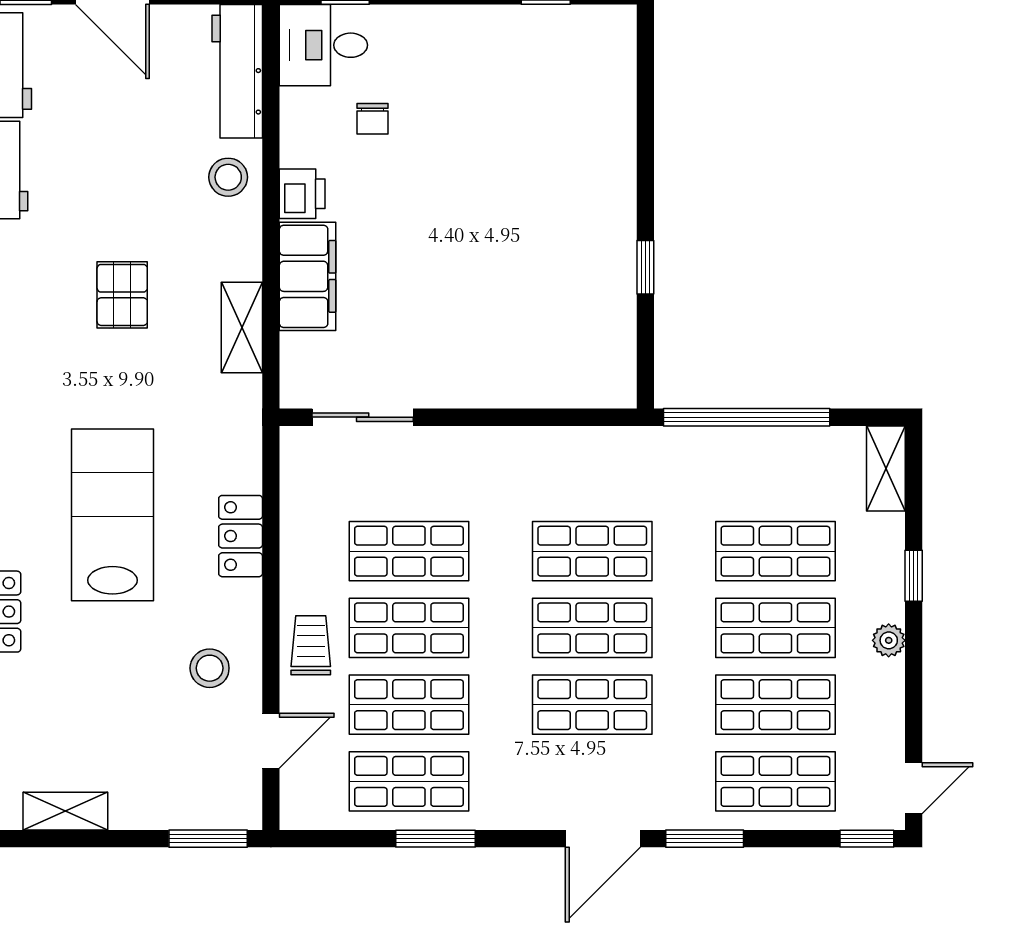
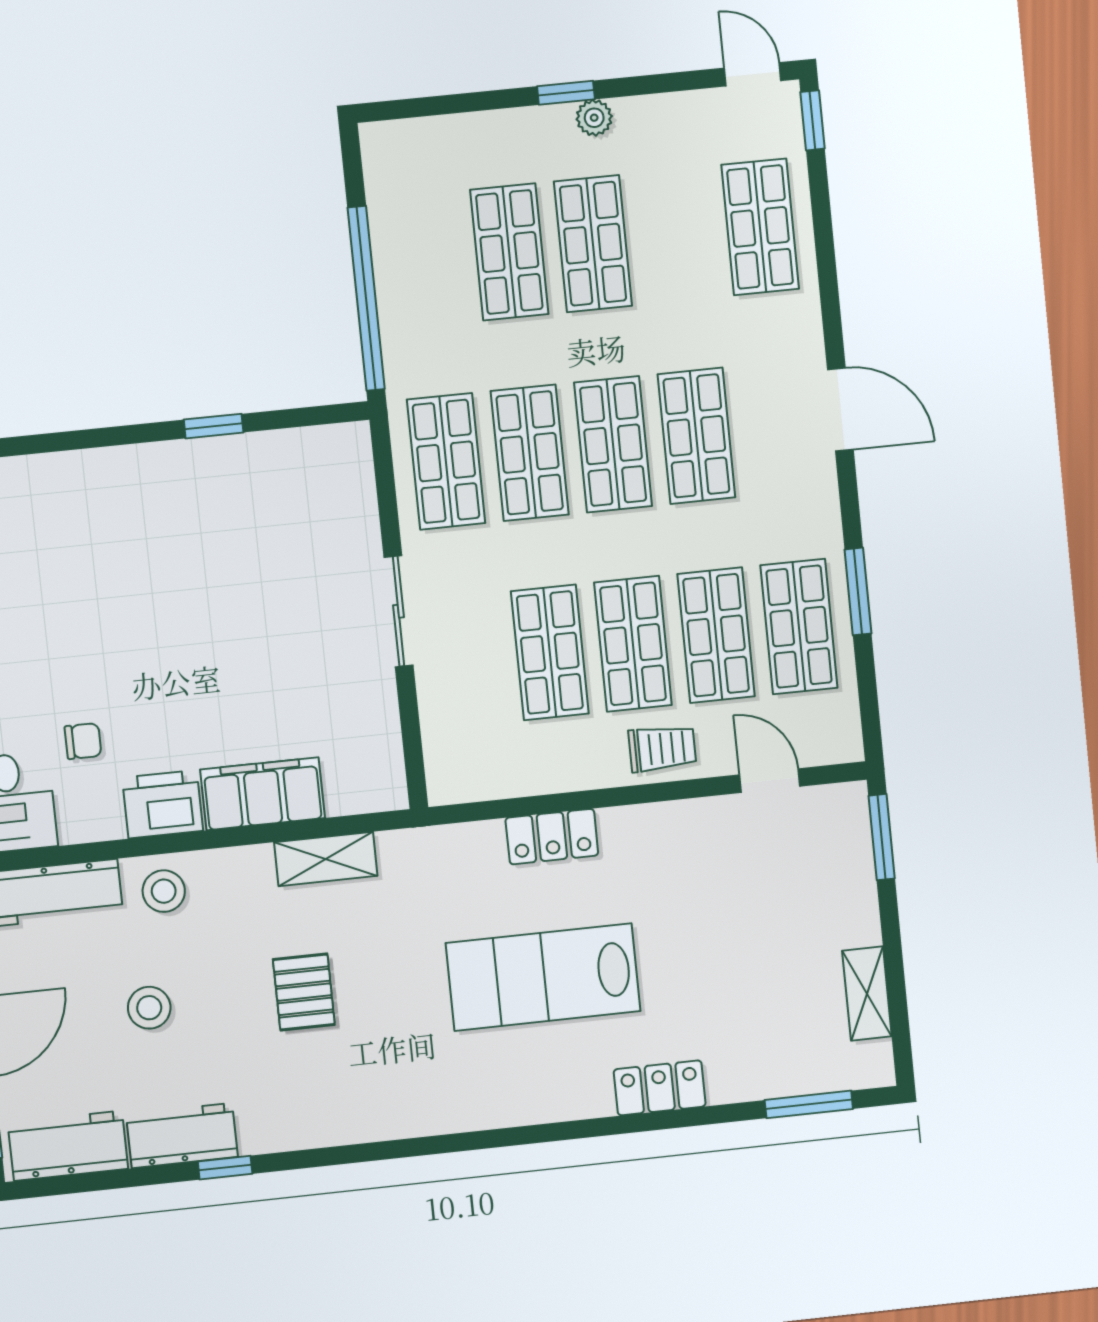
printer: (302, 194) -> (163, 804), width x1.36, depth x1.24
pallet: (122, 295) -> (304, 992), turned 90
sliding door: (363, 417) -> (399, 611), moved
shelving: (886, 469) -> (407, 139), removed
window: (914, 576) -> (566, 93), moved
trolley: (311, 645) -> (662, 748), turned 180
stool: (210, 668) -> (149, 1008), moved
shop shelf: (775, 705) -> (446, 461), moved
window: (705, 839) -> (830, 298), removed

